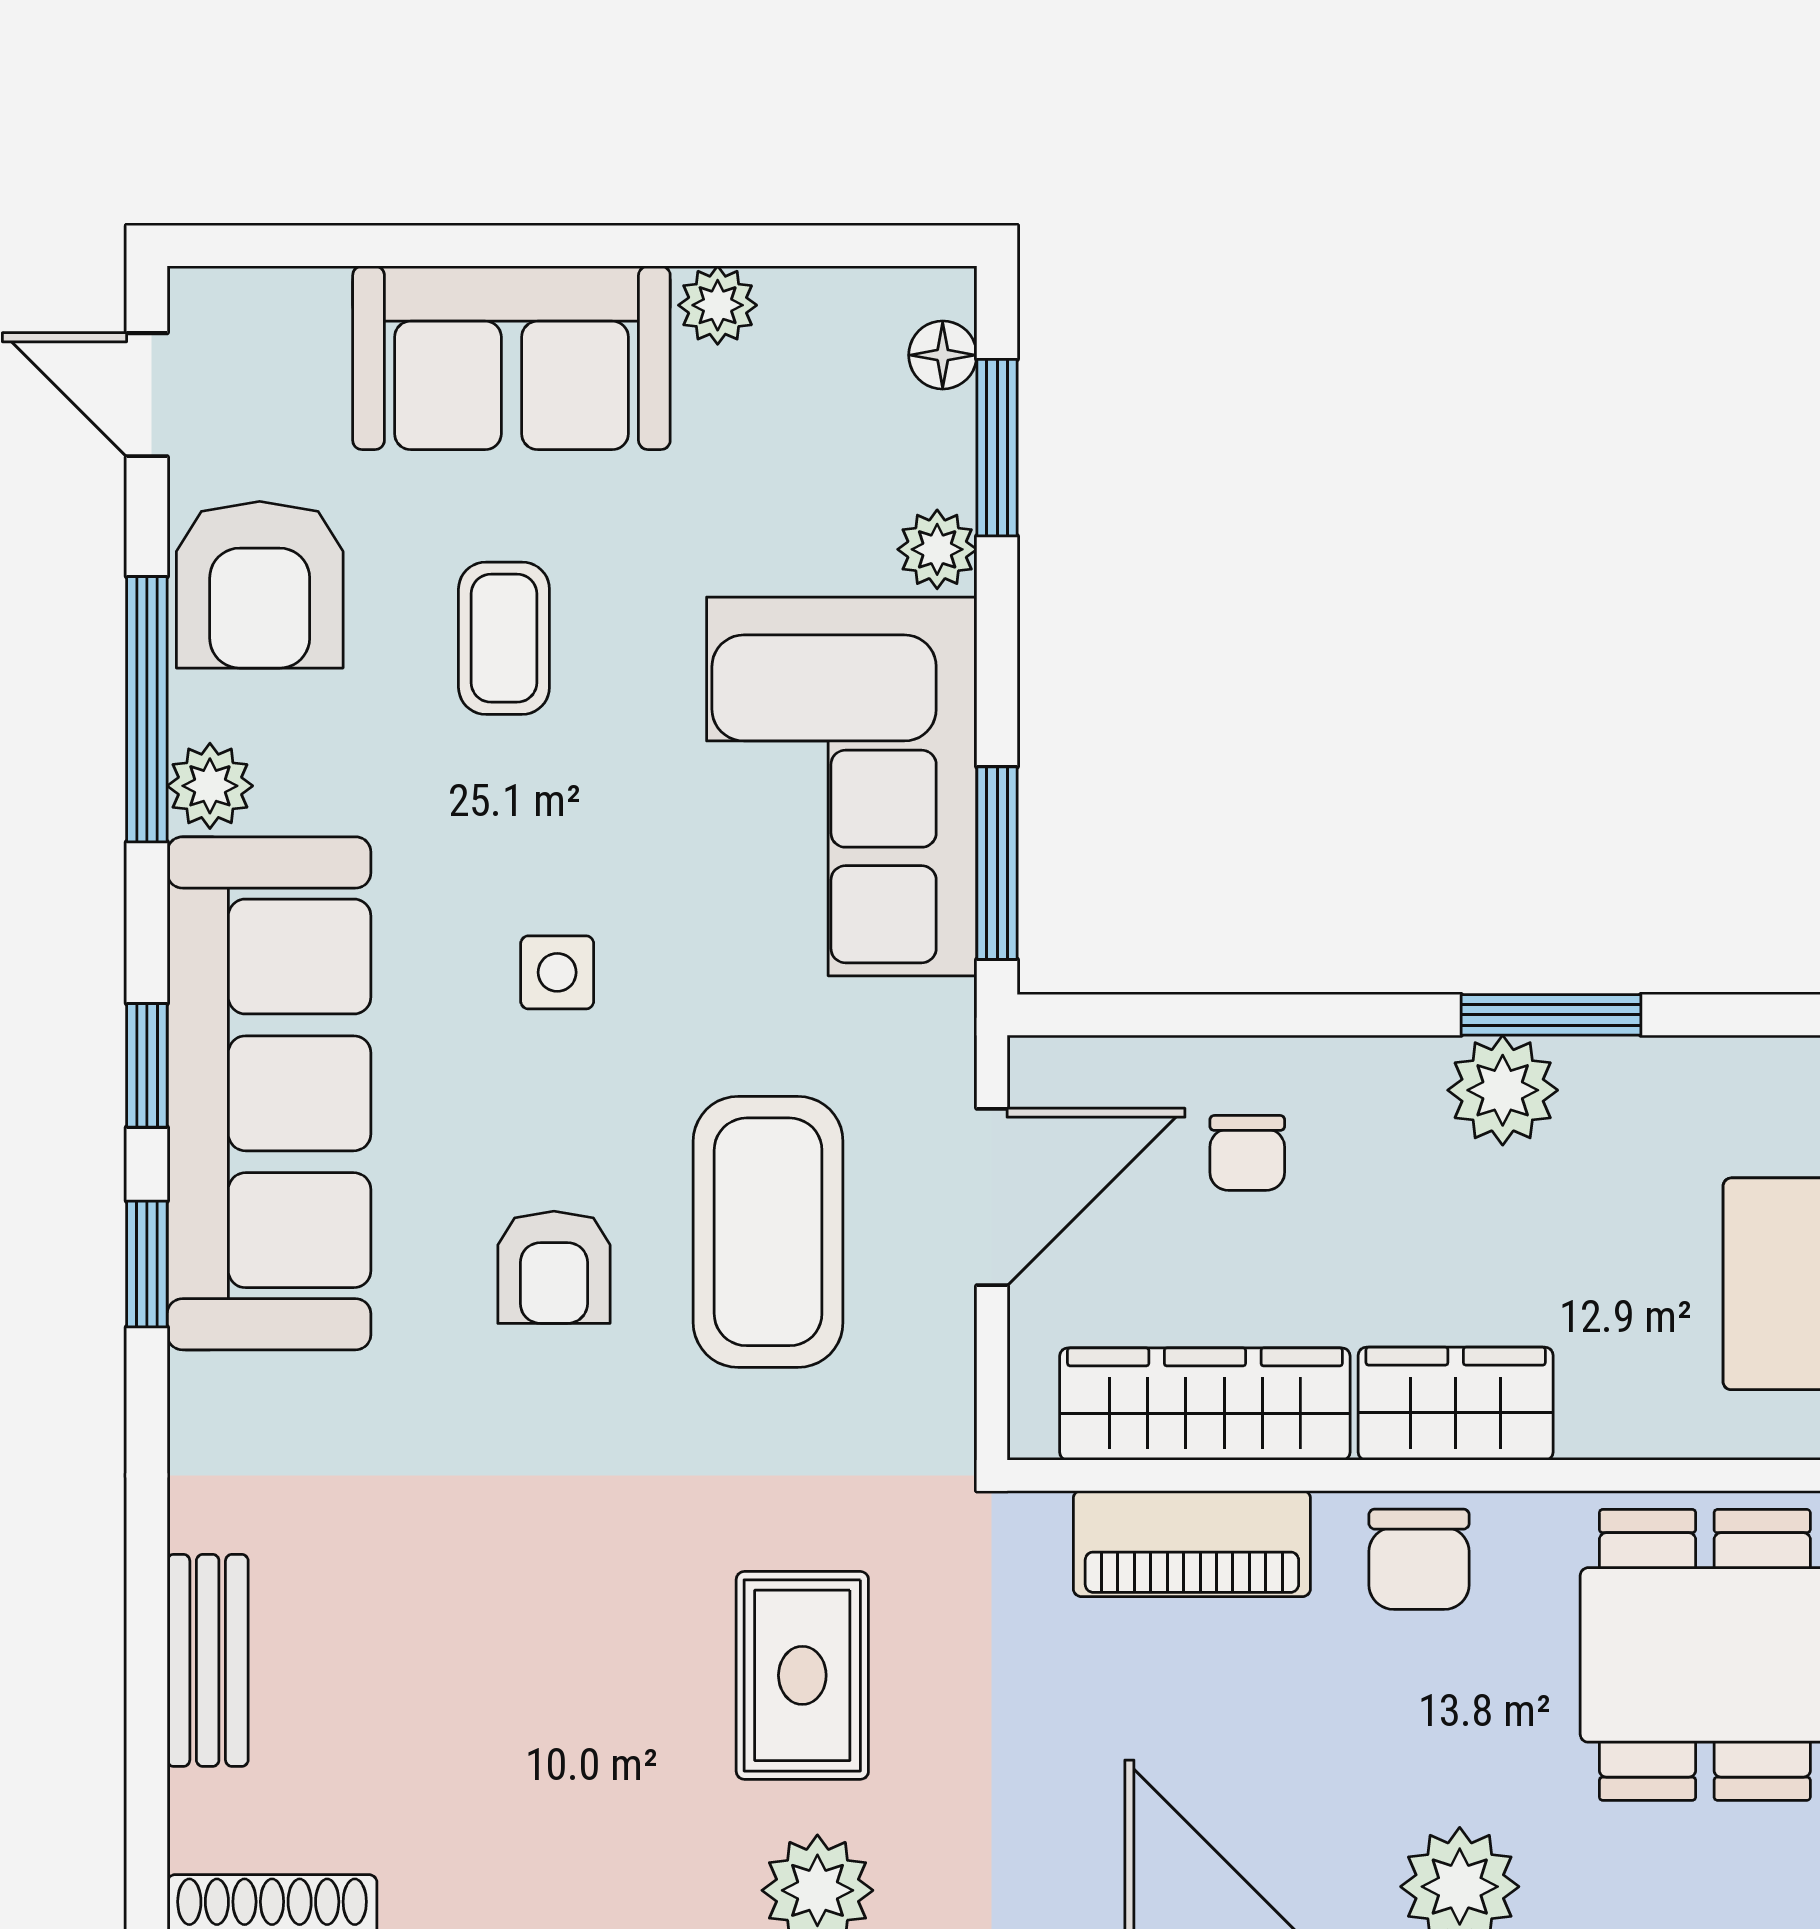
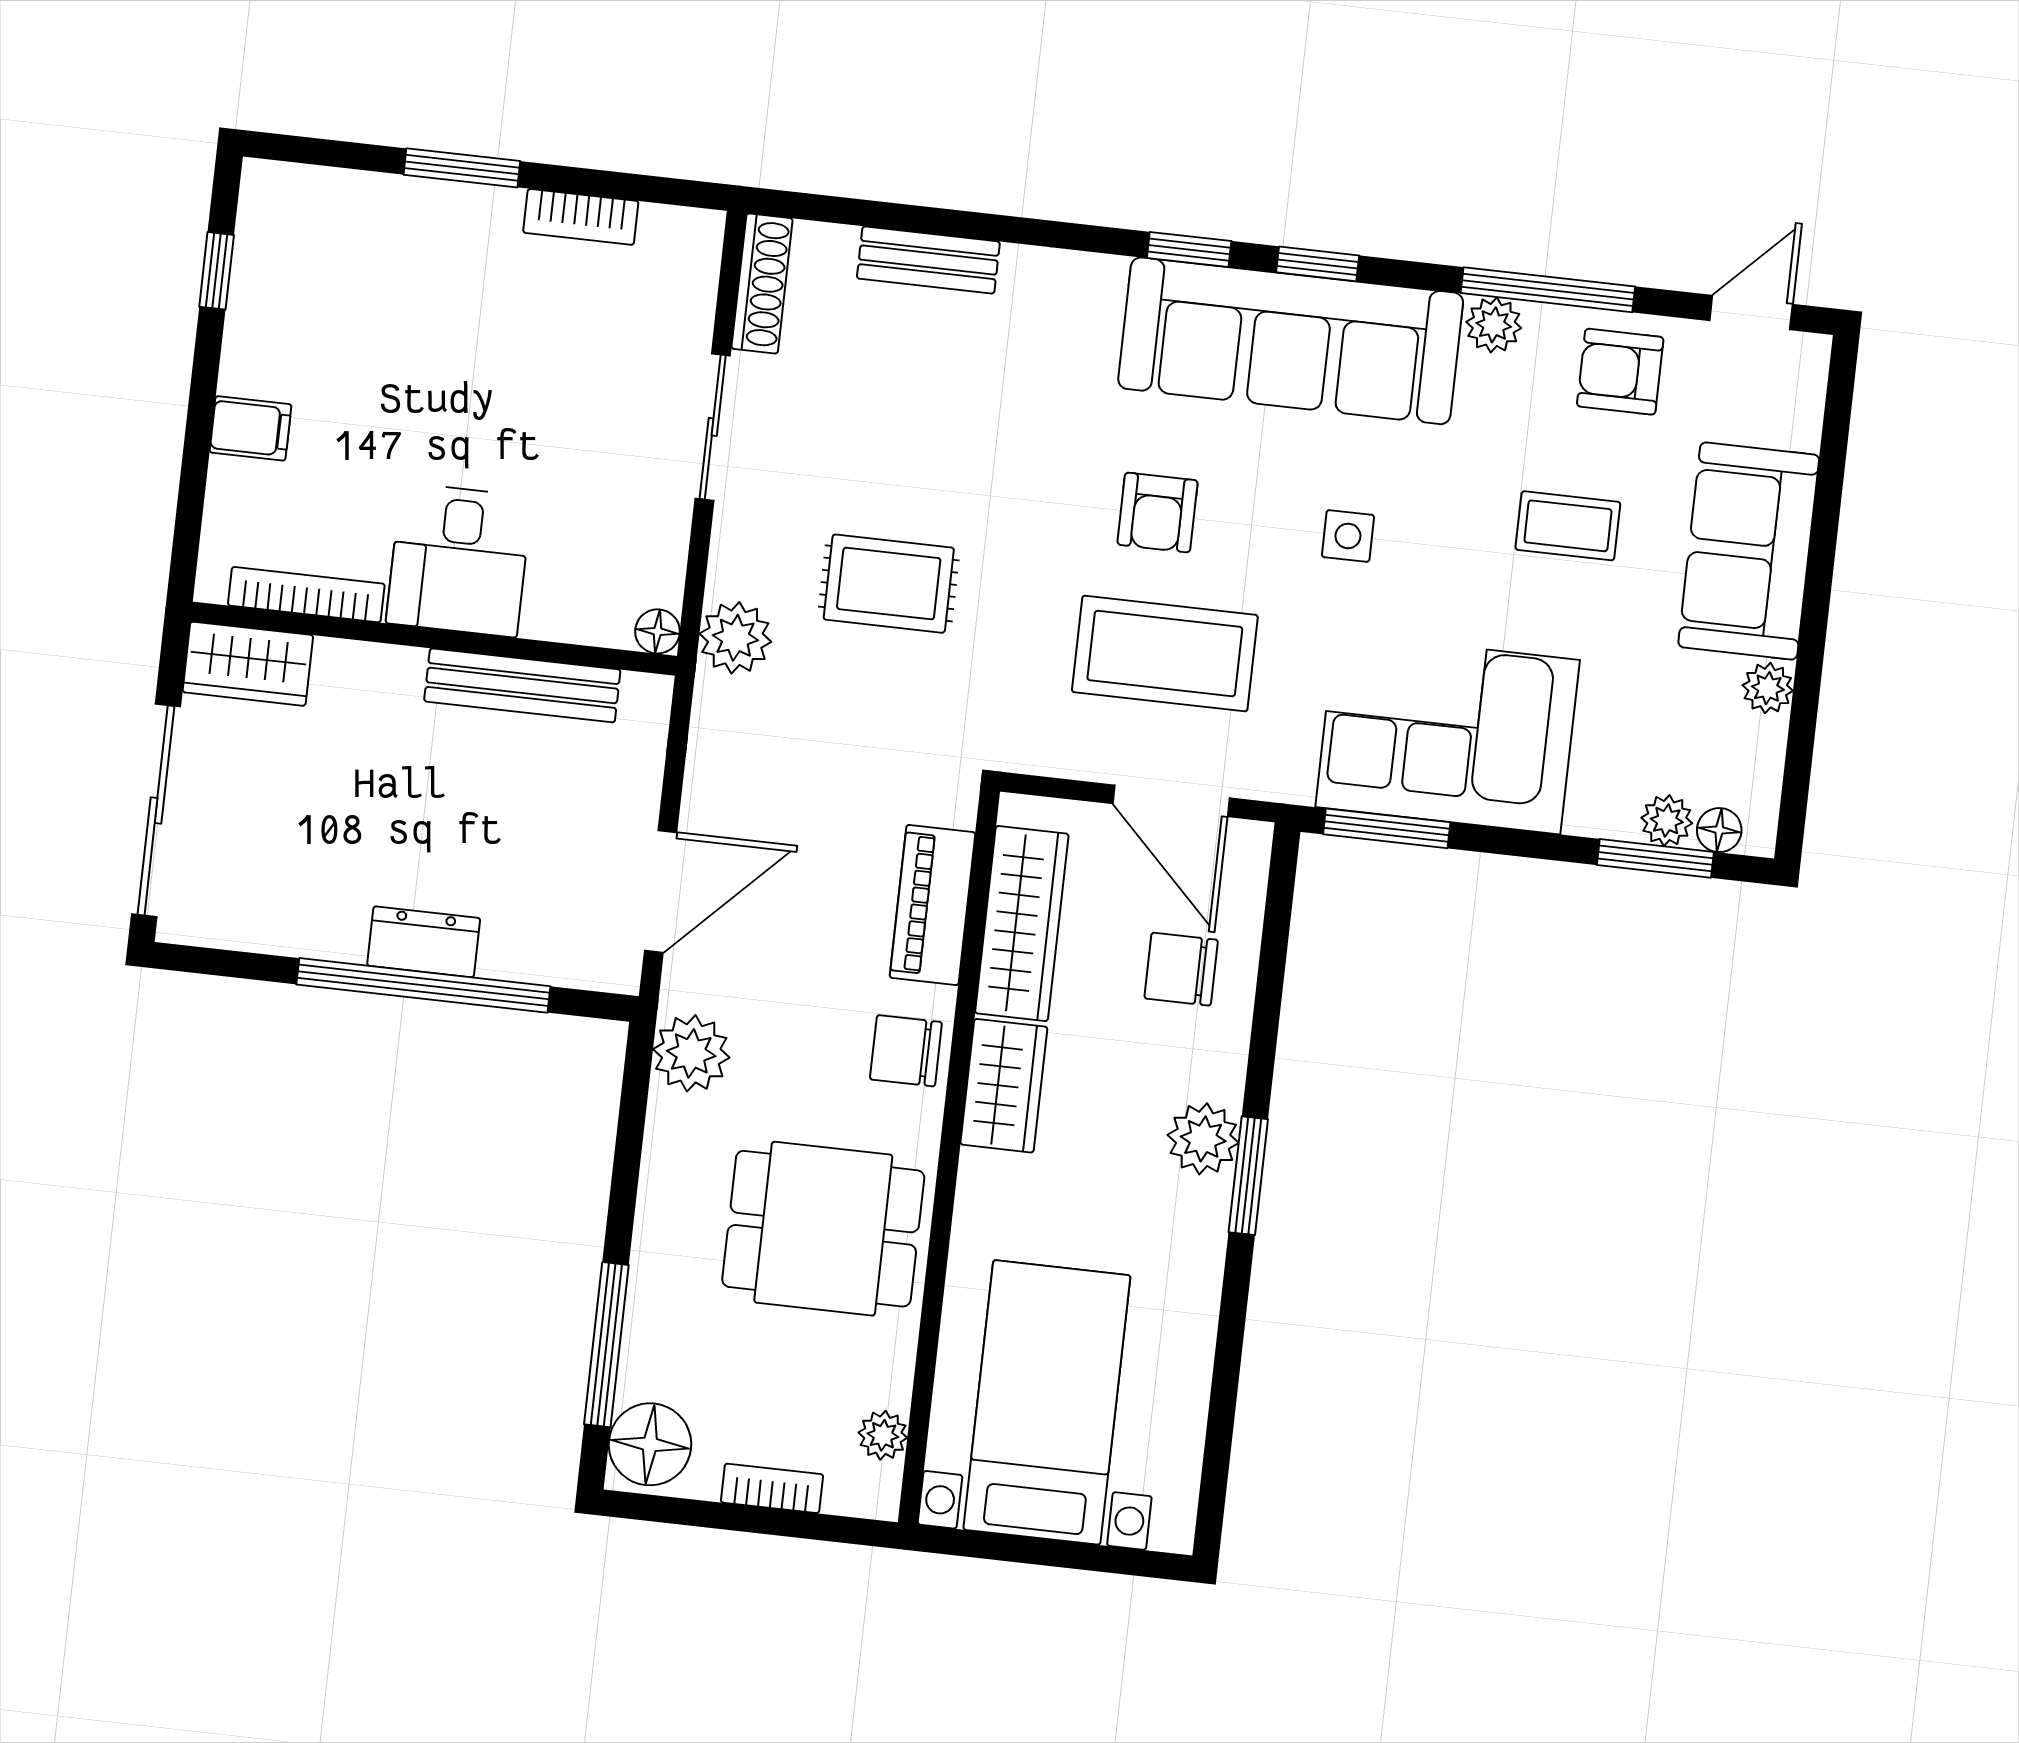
plant: (937, 549) -> (1667, 821), moved
armchair: (260, 585) -> (1620, 372), width x0.72, depth x0.72
chair: (1247, 1153) -> (1181, 969), width x1.37, depth x1.37
armchair: (554, 1267) -> (1157, 513), turned -90
rug: (802, 1675) -> (889, 584), moved

